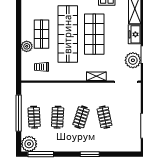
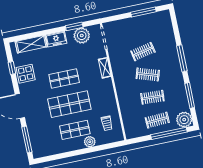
shop shelf: (68, 34) -> (69, 104), width x0.71
shop shelf: (94, 34) -> (64, 78), width x0.70, depth x0.74
window: (19, 113) -> (169, 133), moved
window: (41, 154) -> (190, 95), moved
window: (90, 154) -> (182, 58), width x1.44

